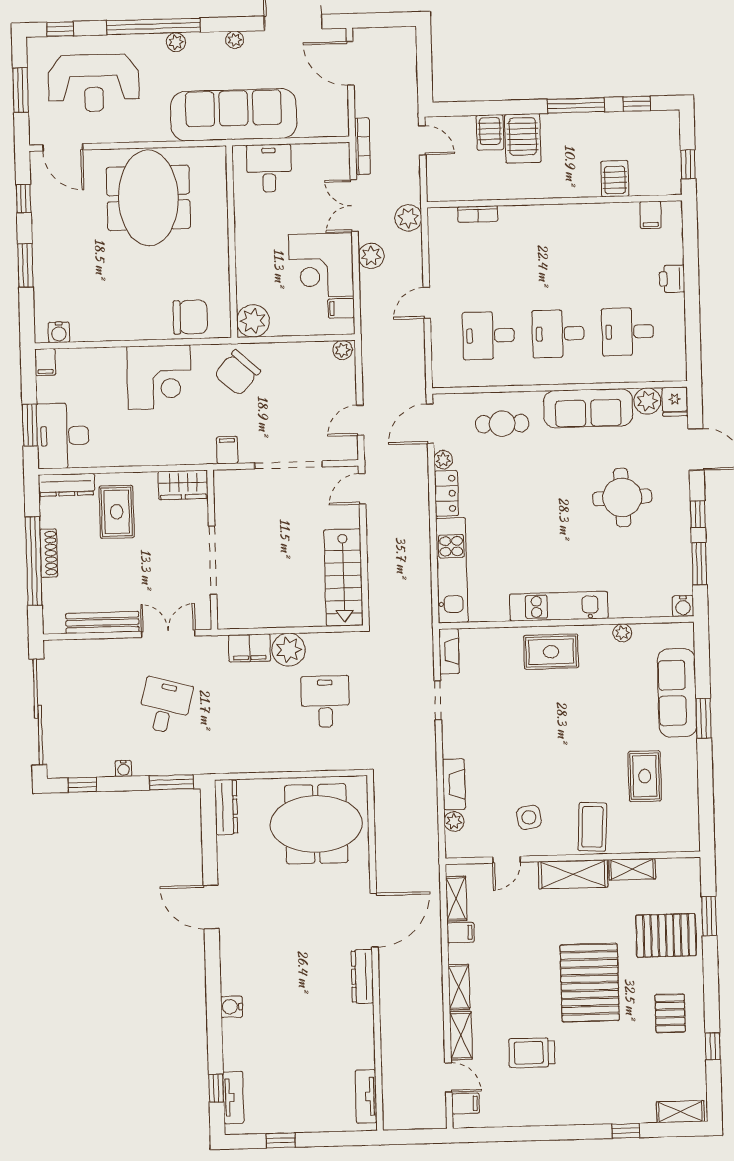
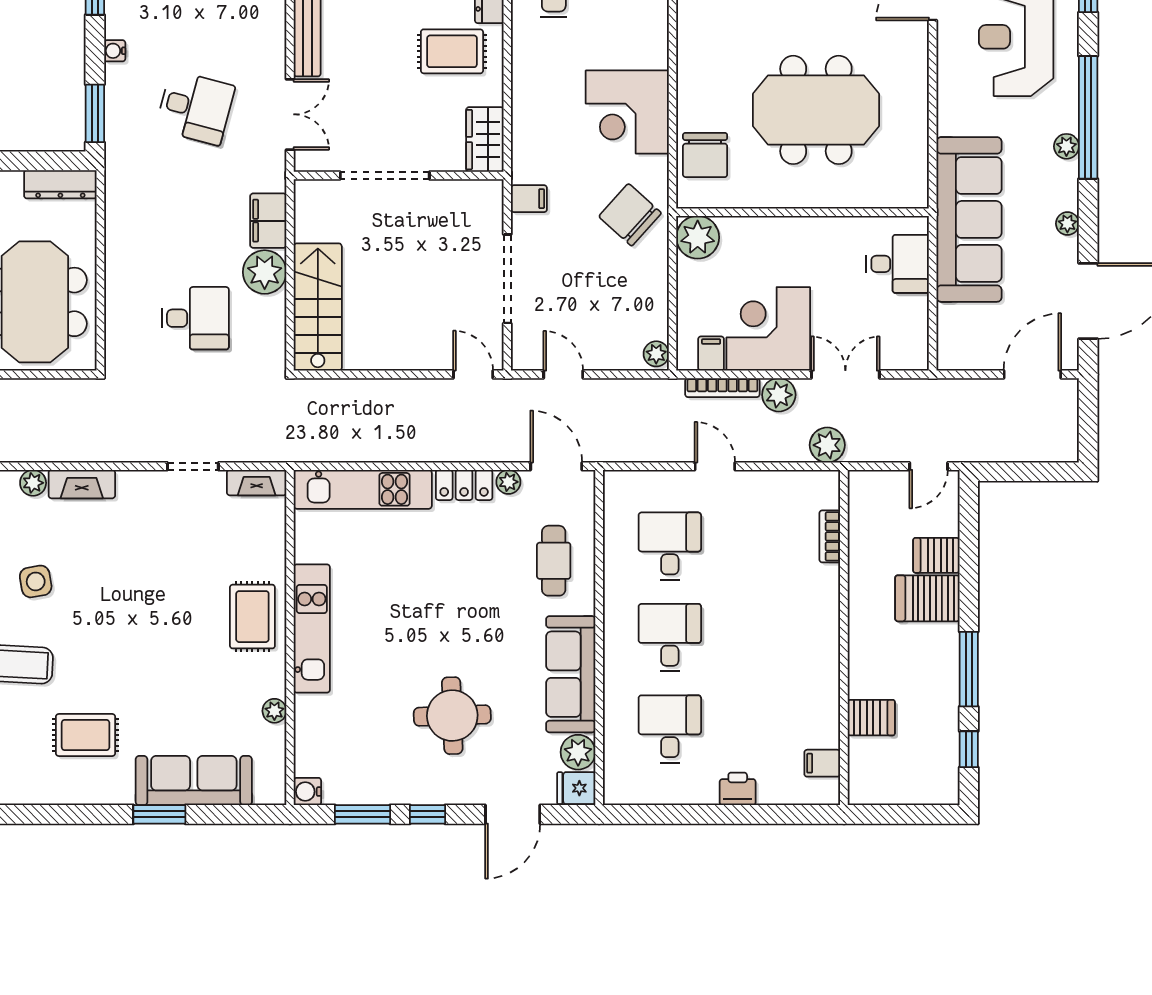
bookcase: (363, 146) -> (722, 388), moved
window: (688, 164) -> (887, 814), removed
meeting table: (148, 198) -> (816, 110), moved
stairs: (343, 578) -> (318, 307), moved, turned 90

